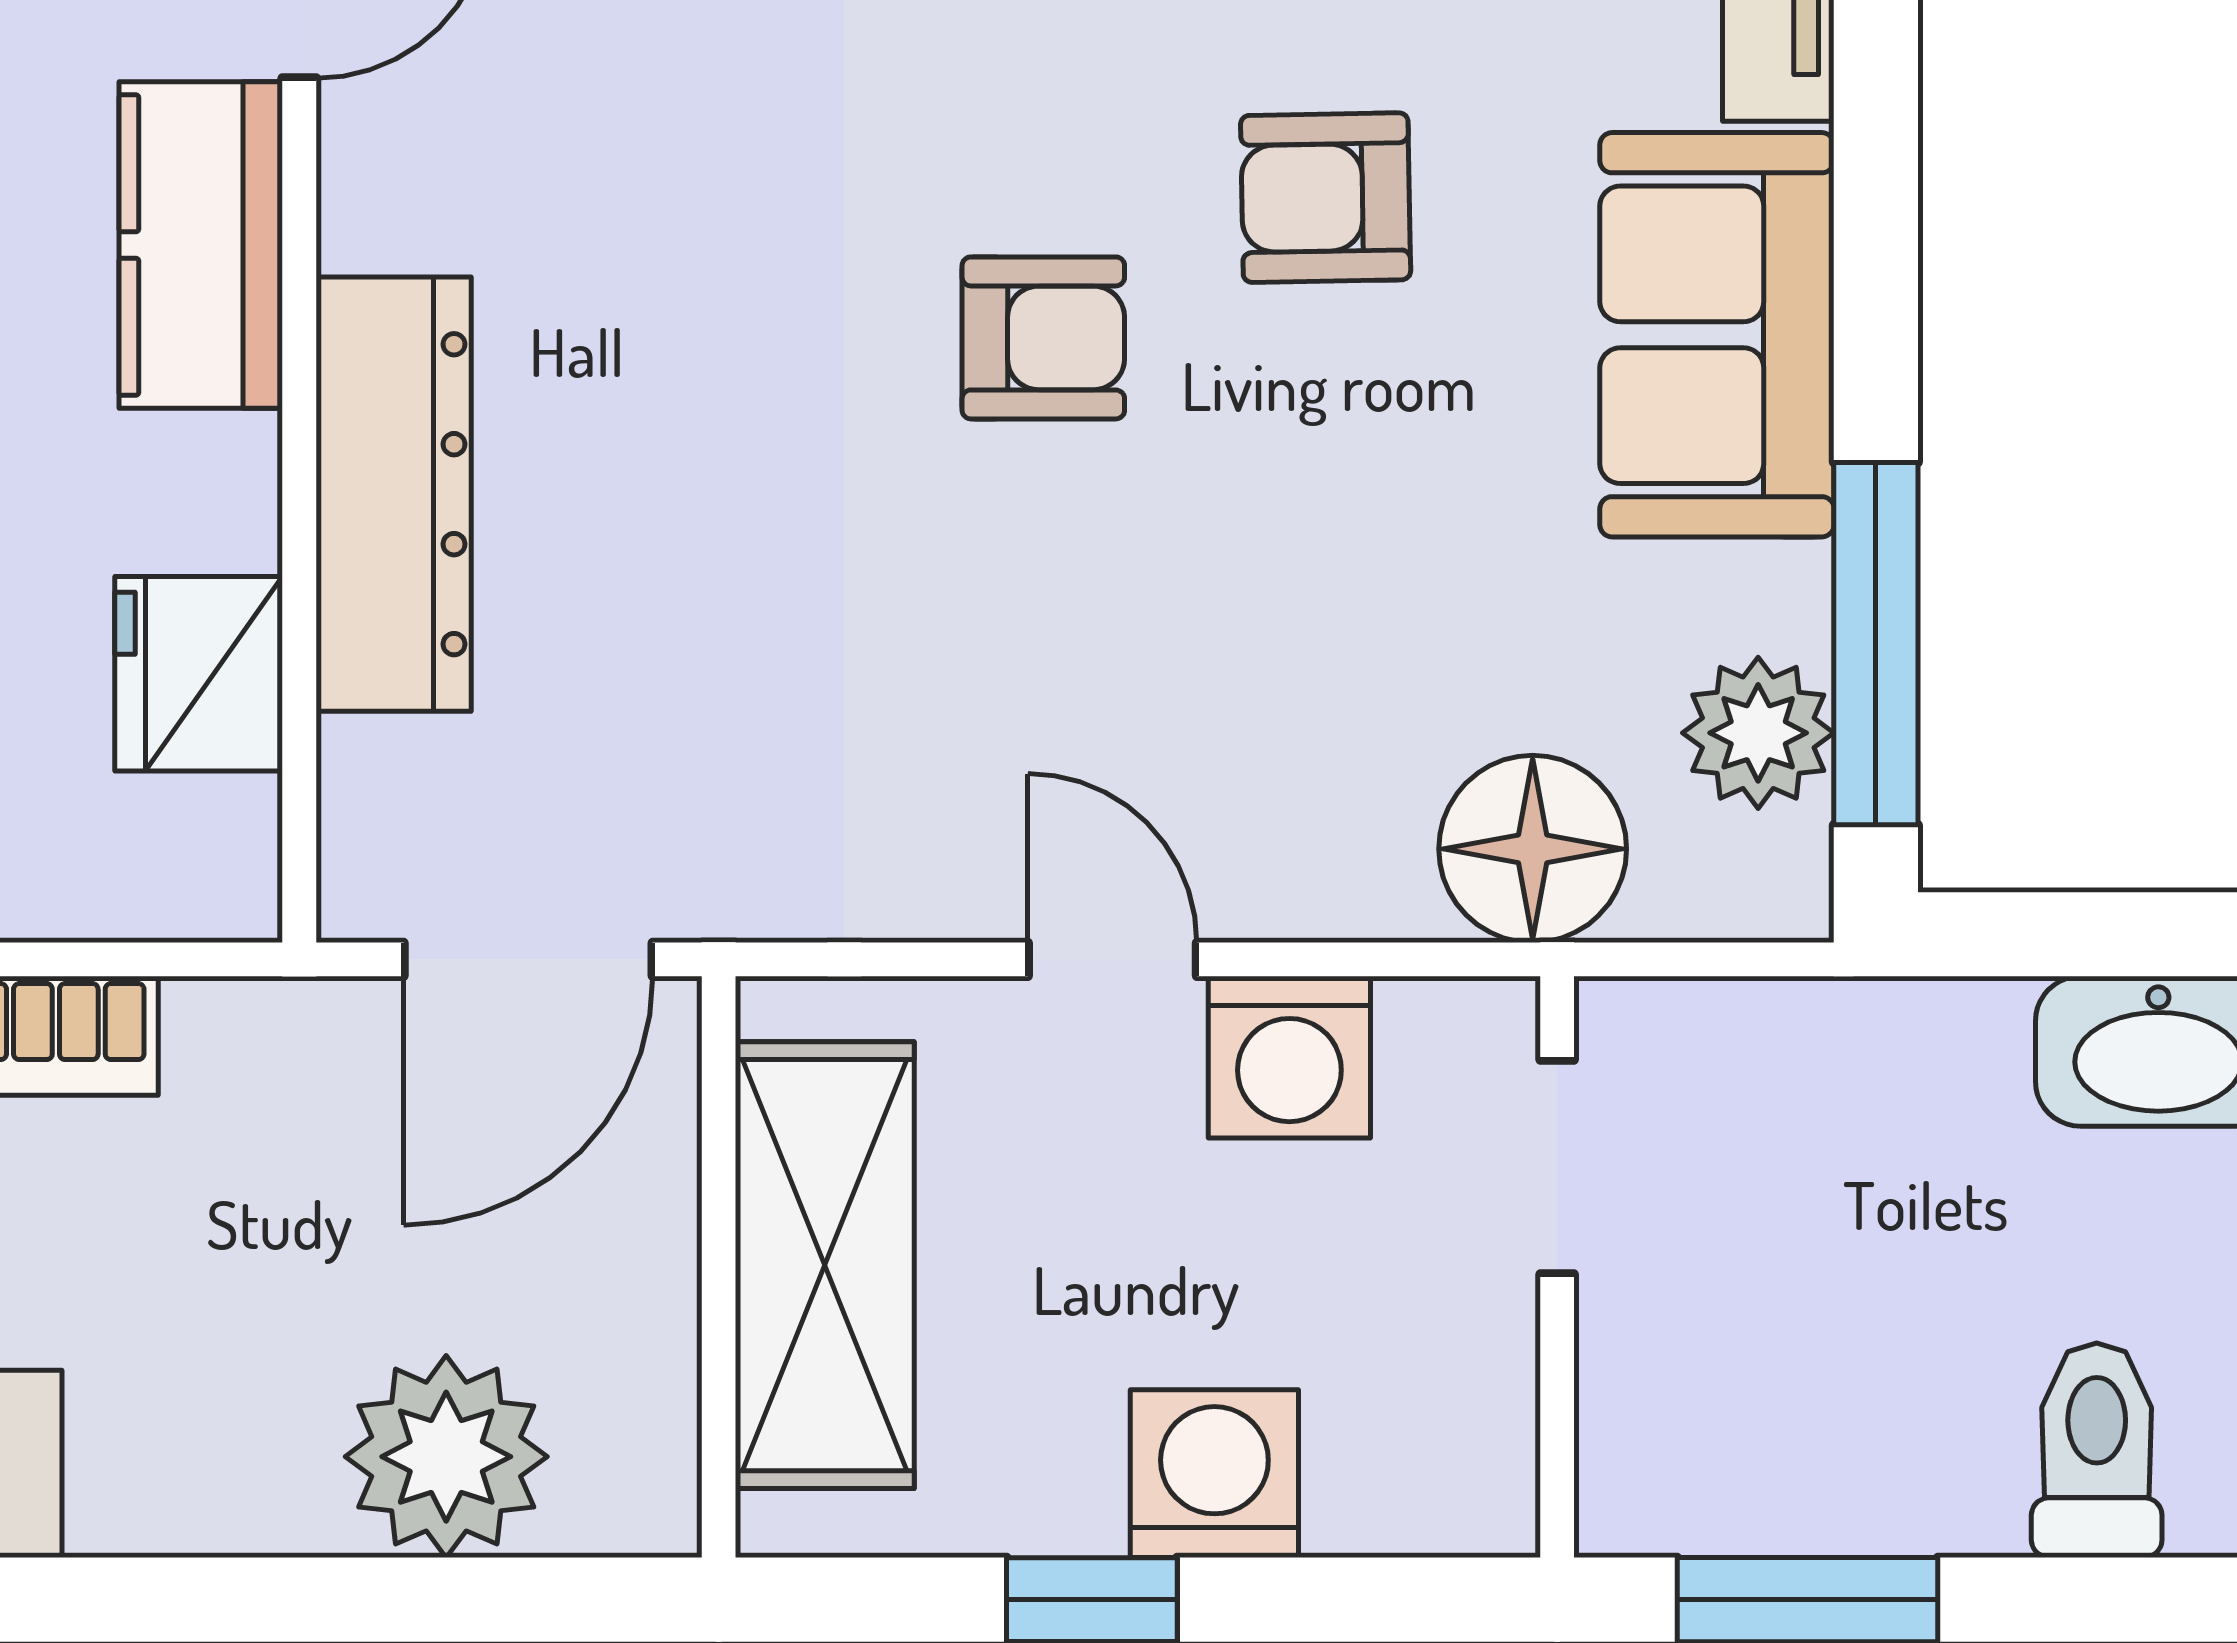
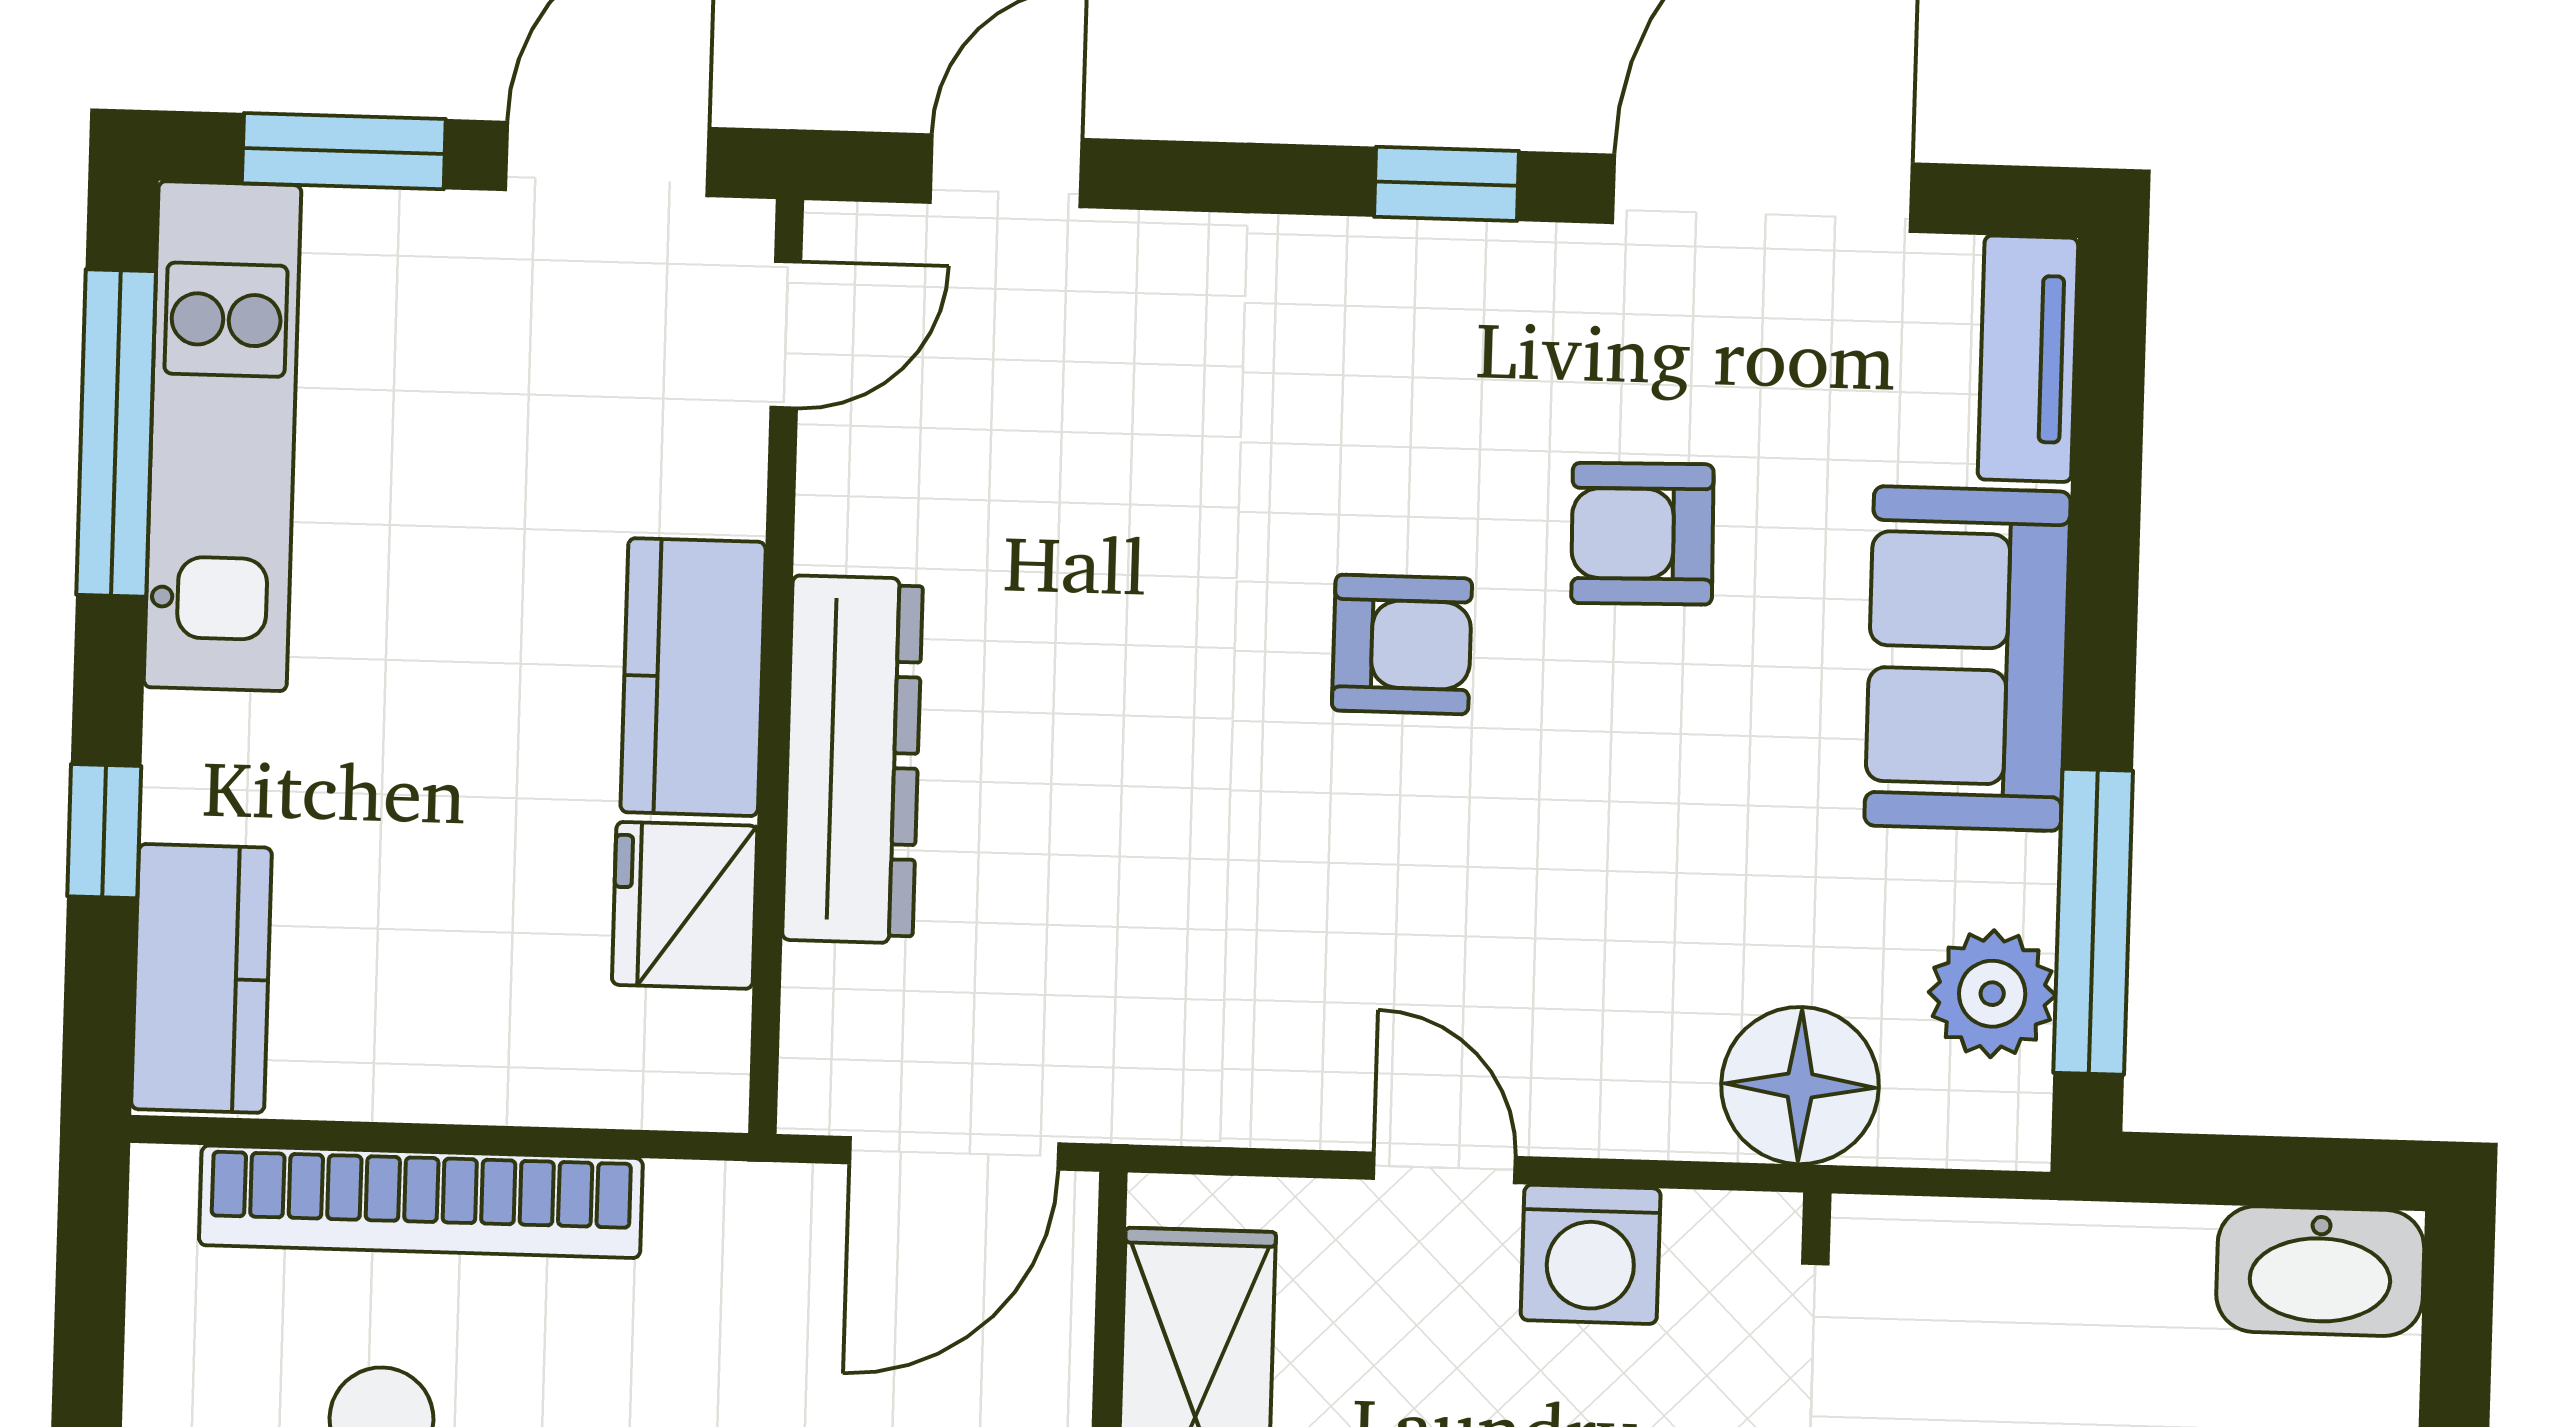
kitchen counter: (201, 245) -> (693, 677), moved

